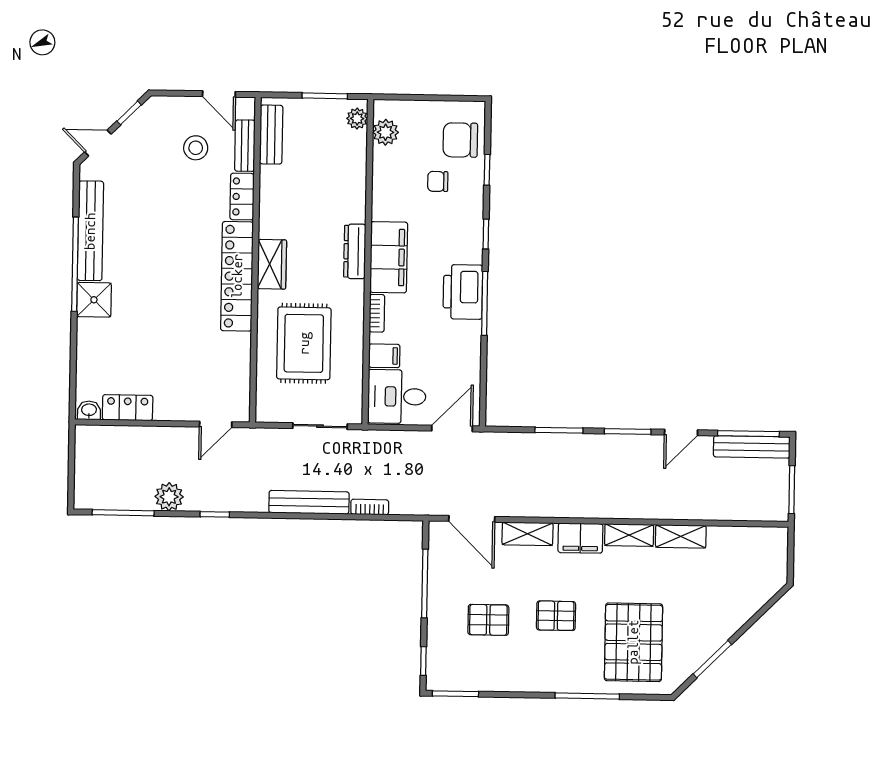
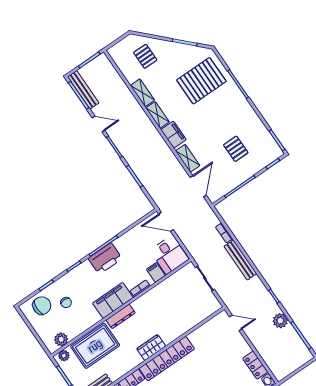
chair: (460, 140) -> (42, 306), turned -90
rug: (304, 343) -> (95, 346), moved
pallet: (556, 616) -> (145, 56), moved

